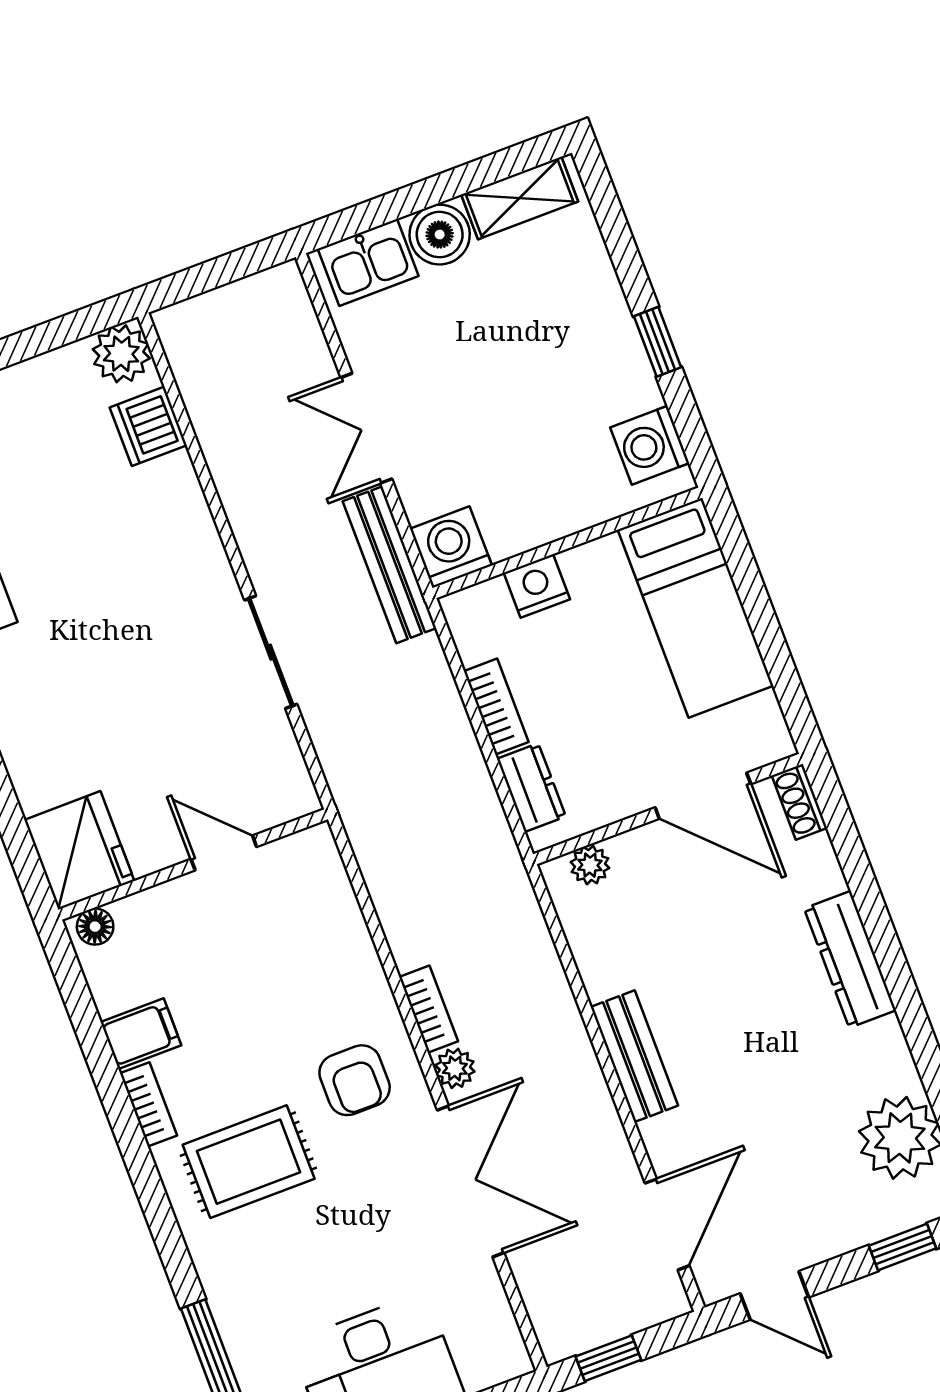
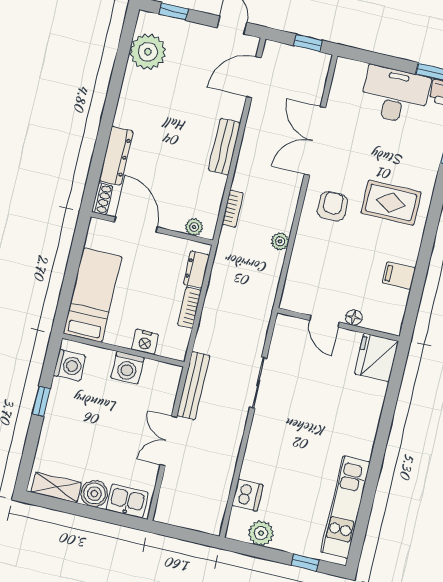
plant: (121, 354) -> (261, 533), moved
double door: (366, 428) -> (169, 441), swing flipped
washing machine: (451, 547) -> (127, 368), moved
floor lamp: (95, 927) -> (354, 317), moved
dresser: (850, 959) -> (116, 156), moved
bookcase: (429, 1009) -> (233, 209), moved, turned 180
plant: (455, 1068) -> (280, 241), moved
bookcase: (149, 1104) -> (413, 248), removed

